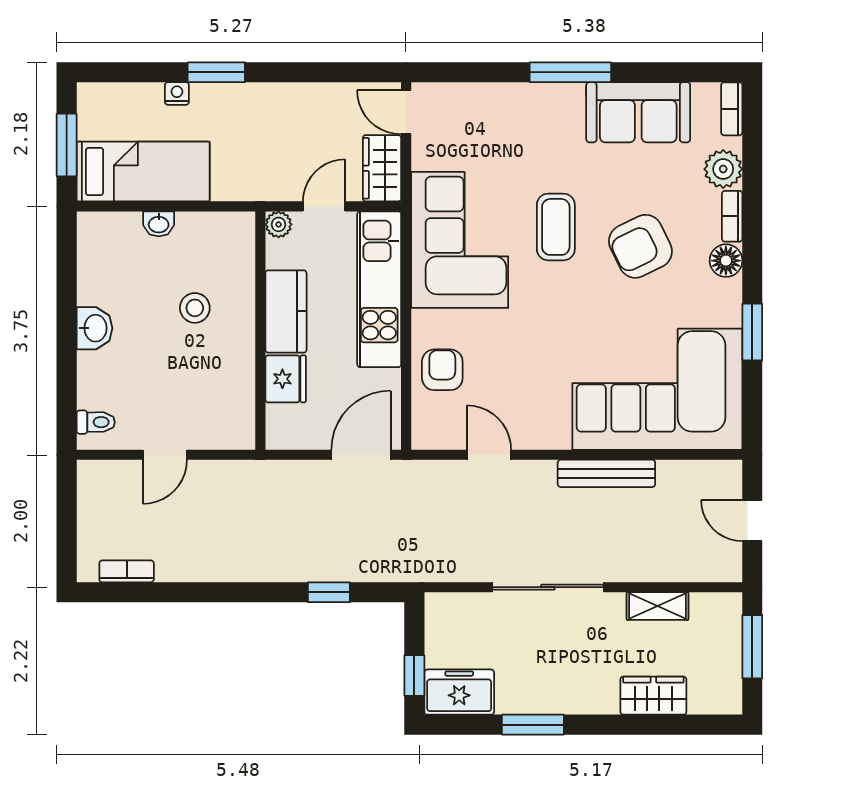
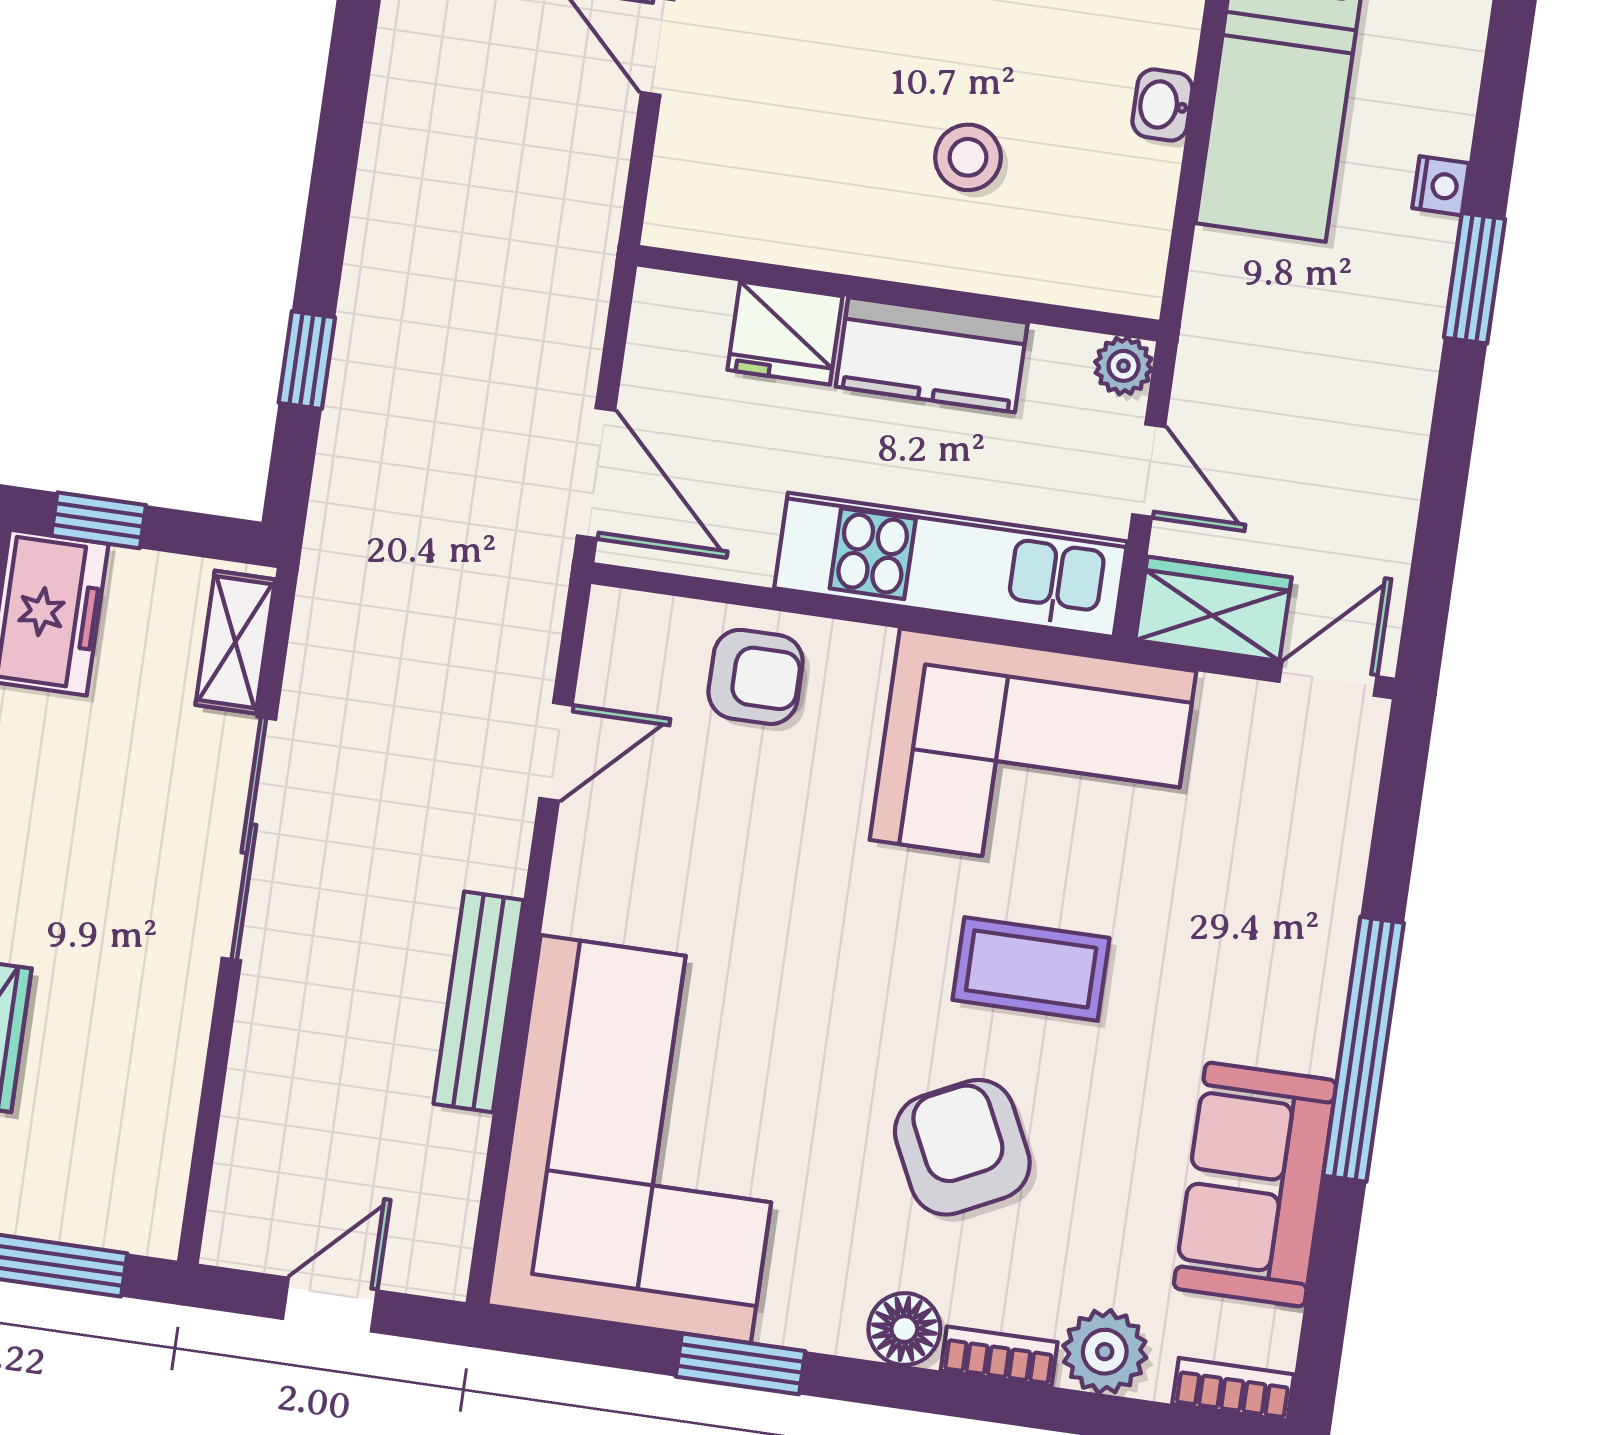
window: (570, 72) -> (1363, 1049), width x1.46
shelving: (658, 606) -> (235, 642), moved

